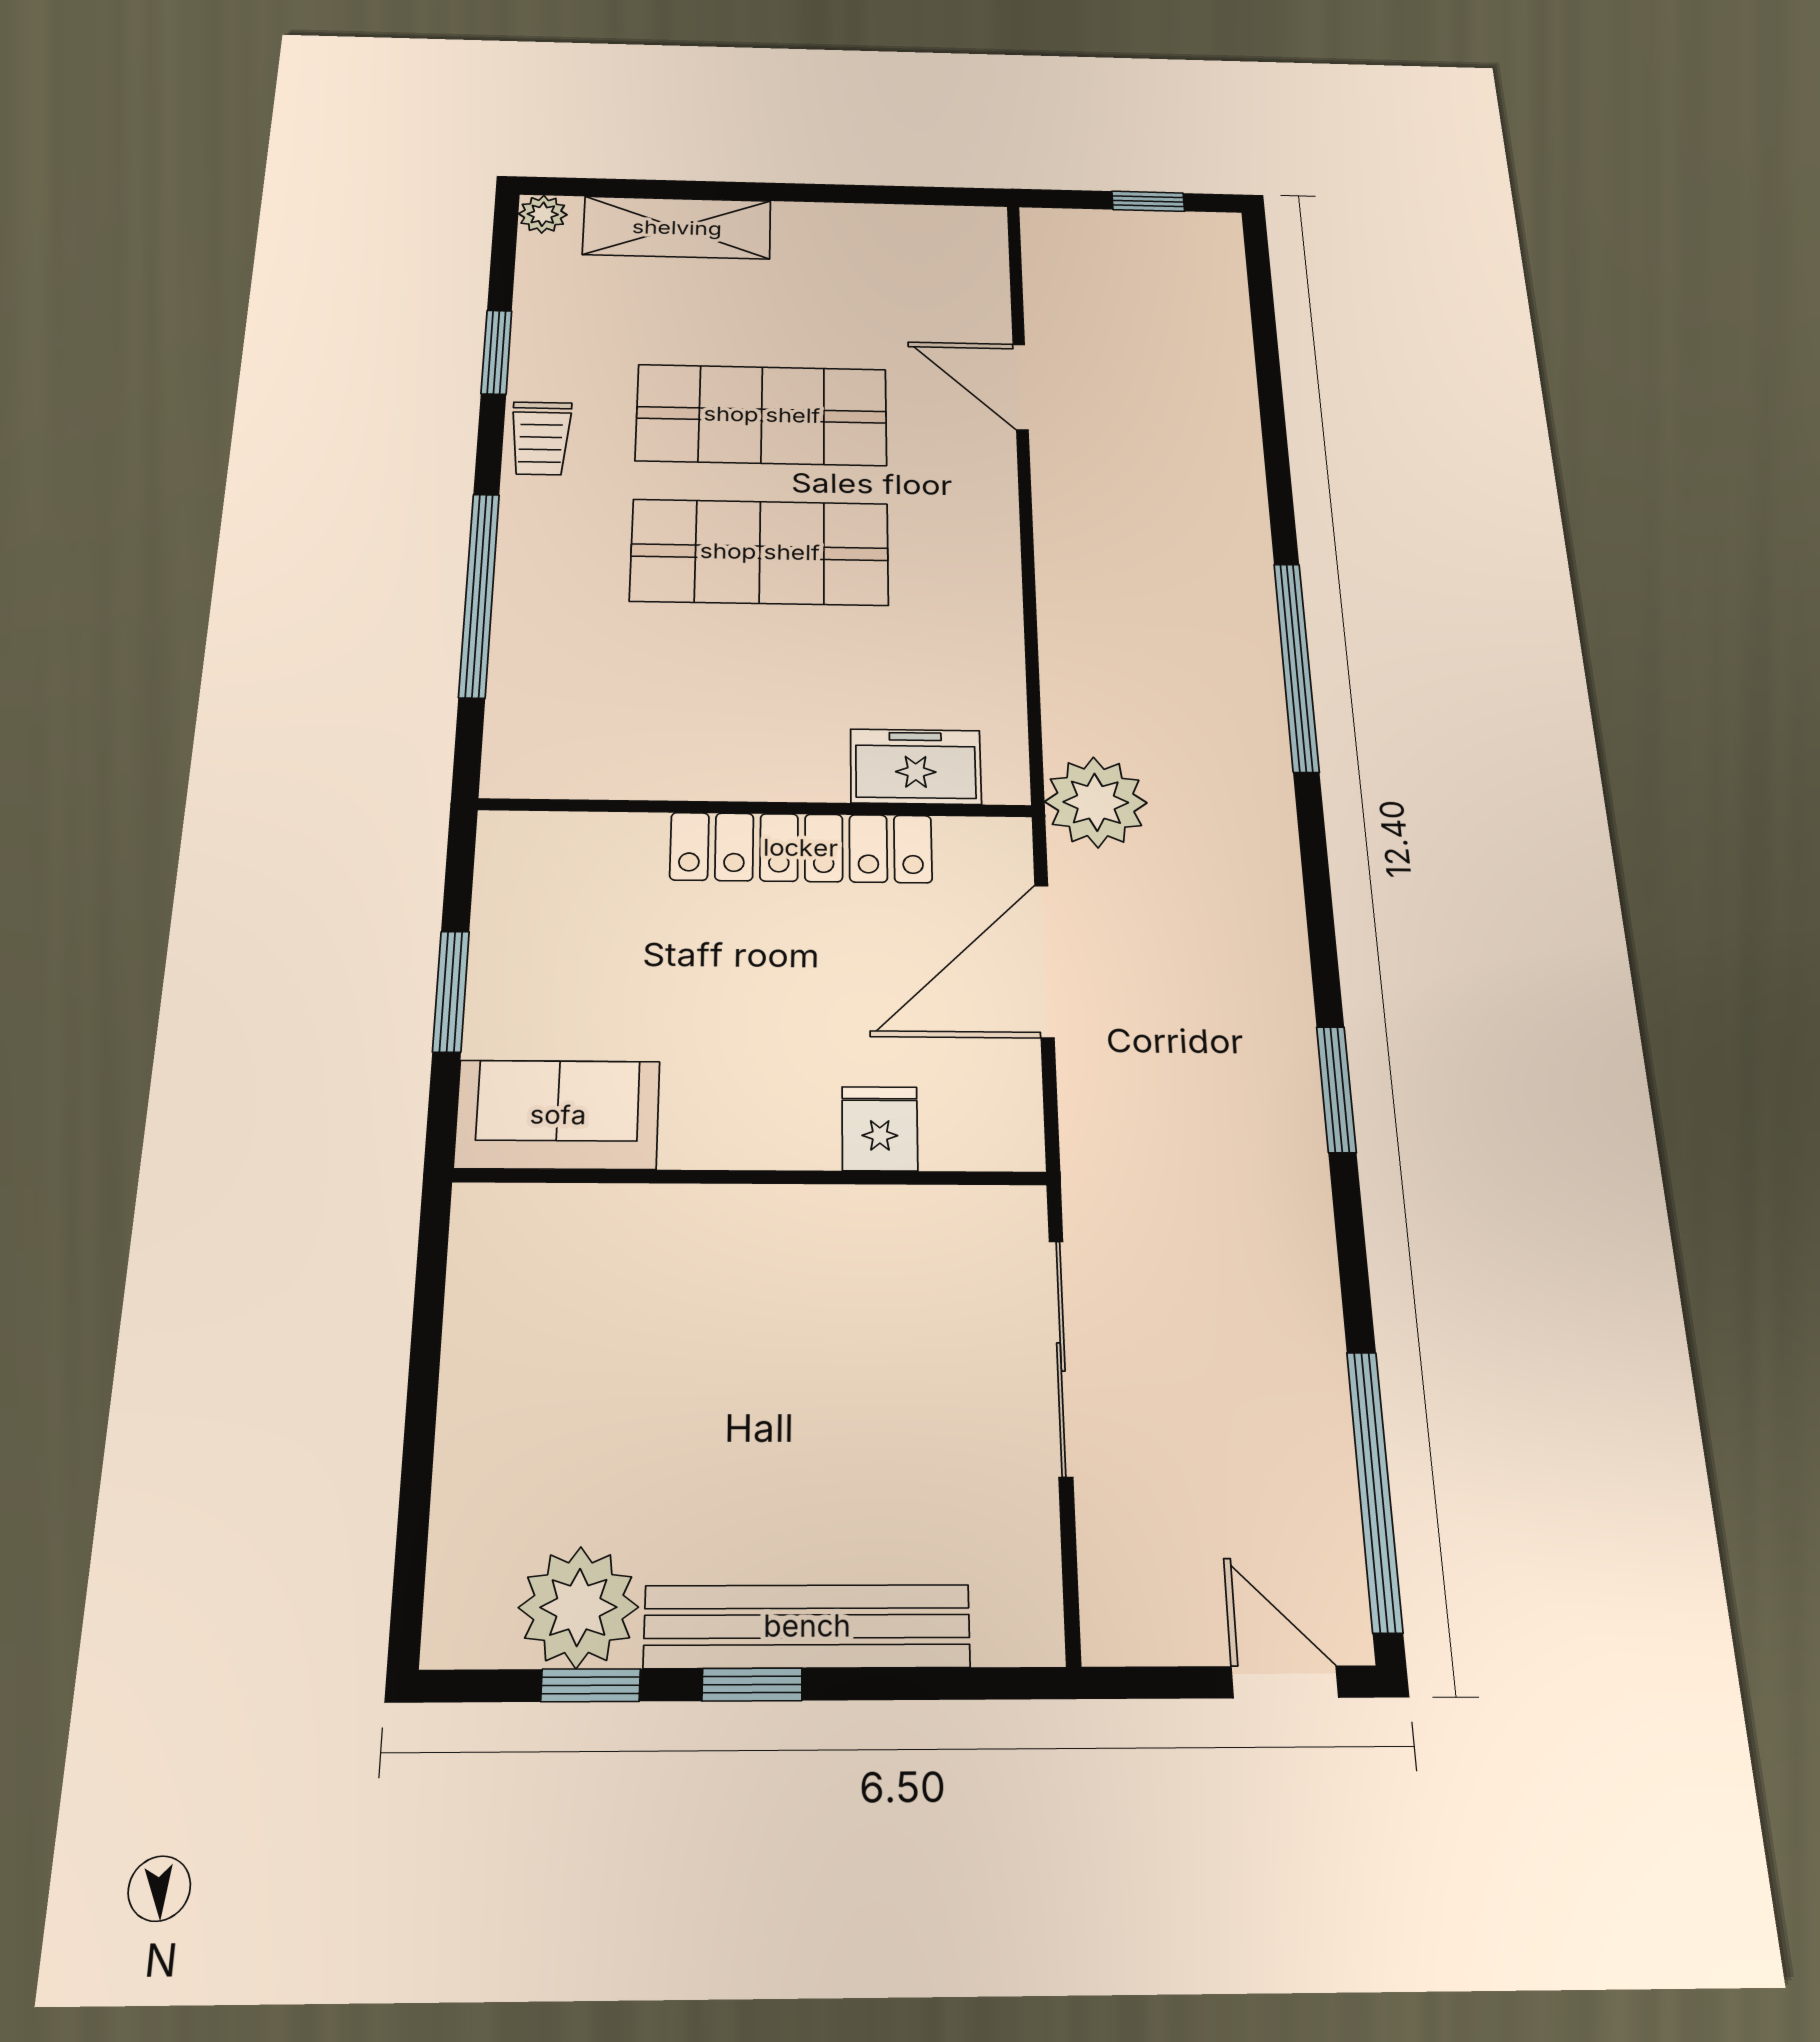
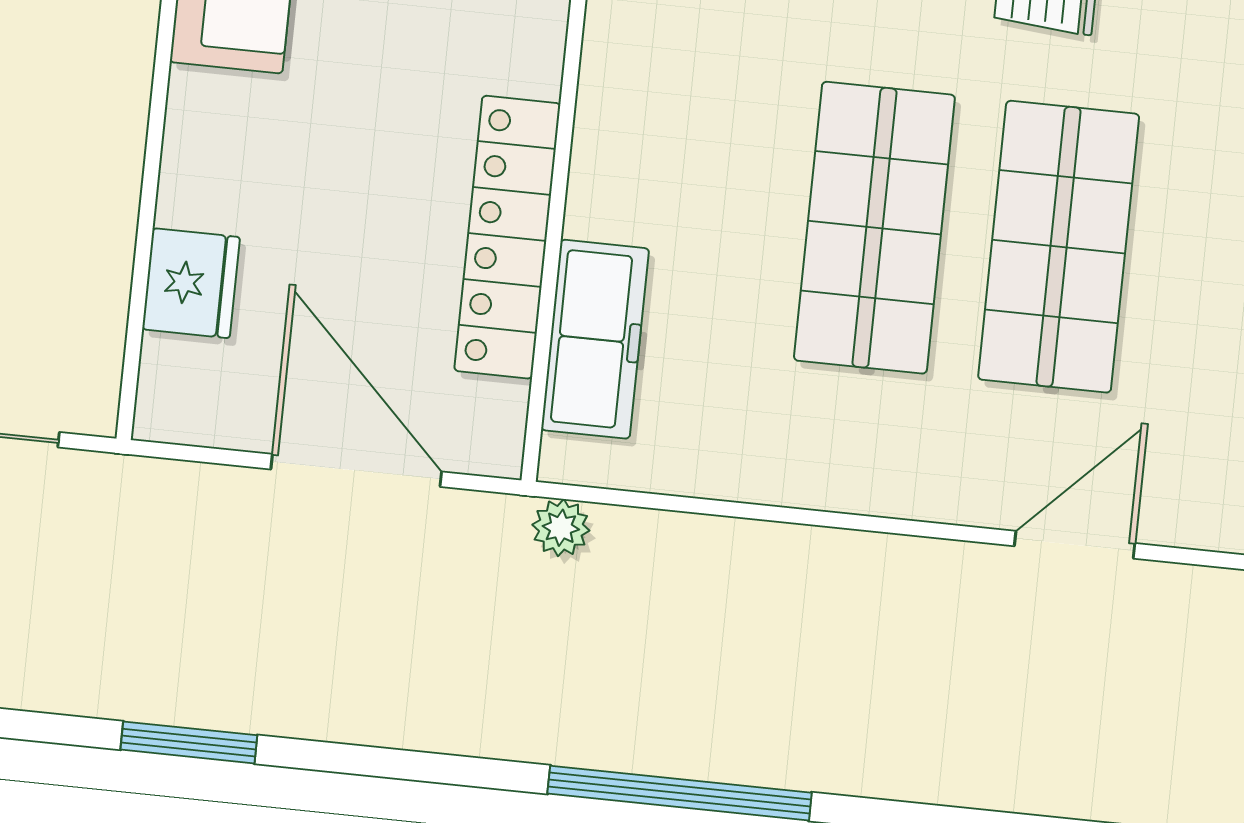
freezer: (916, 767) -> (595, 339), width x1.40
plant: (1096, 802) -> (561, 528), width x0.53, depth x0.53
fridge: (880, 1129) -> (191, 283), width x1.38

